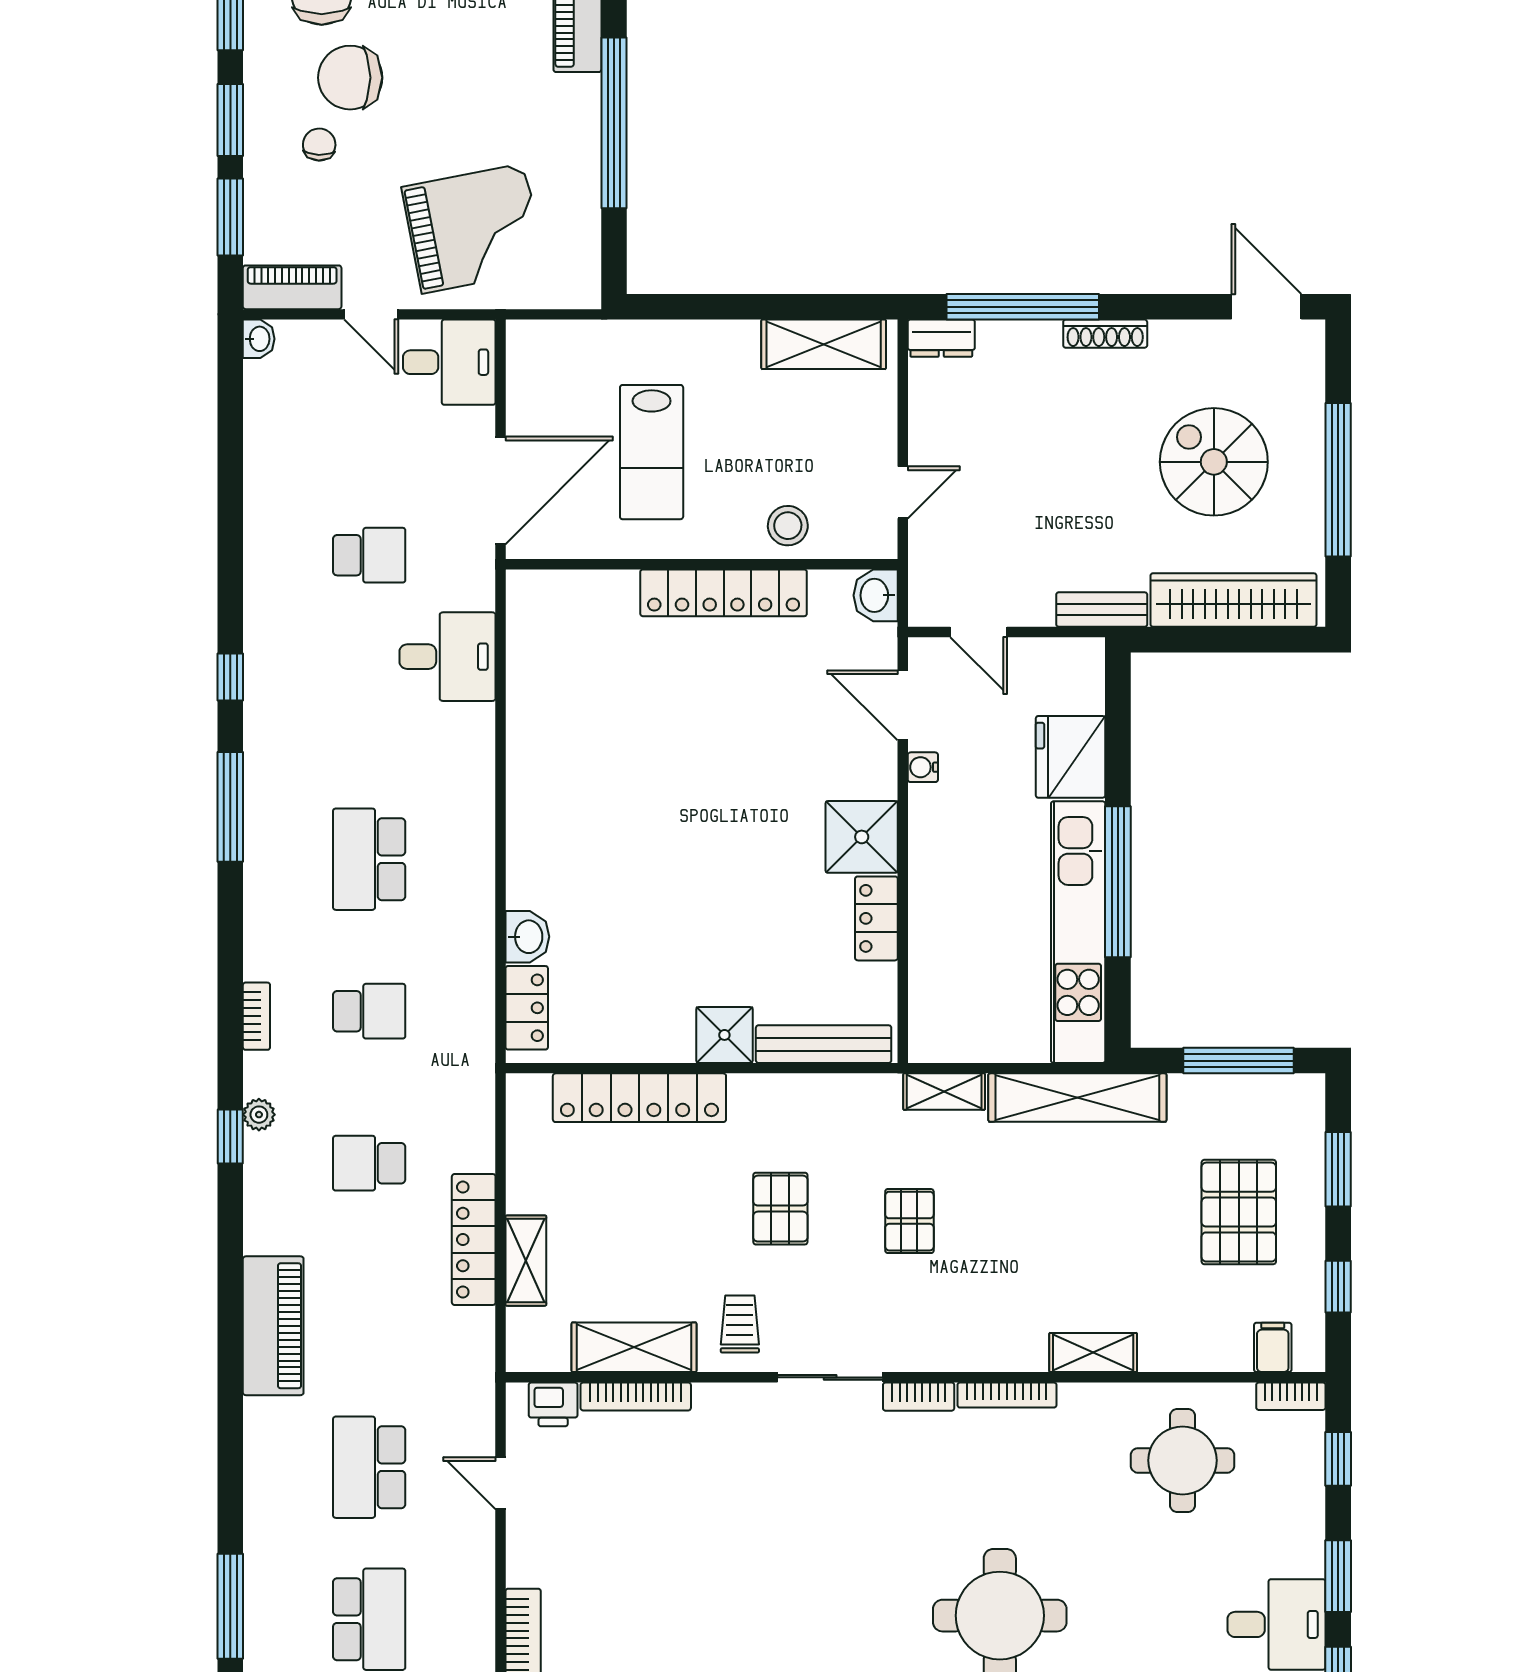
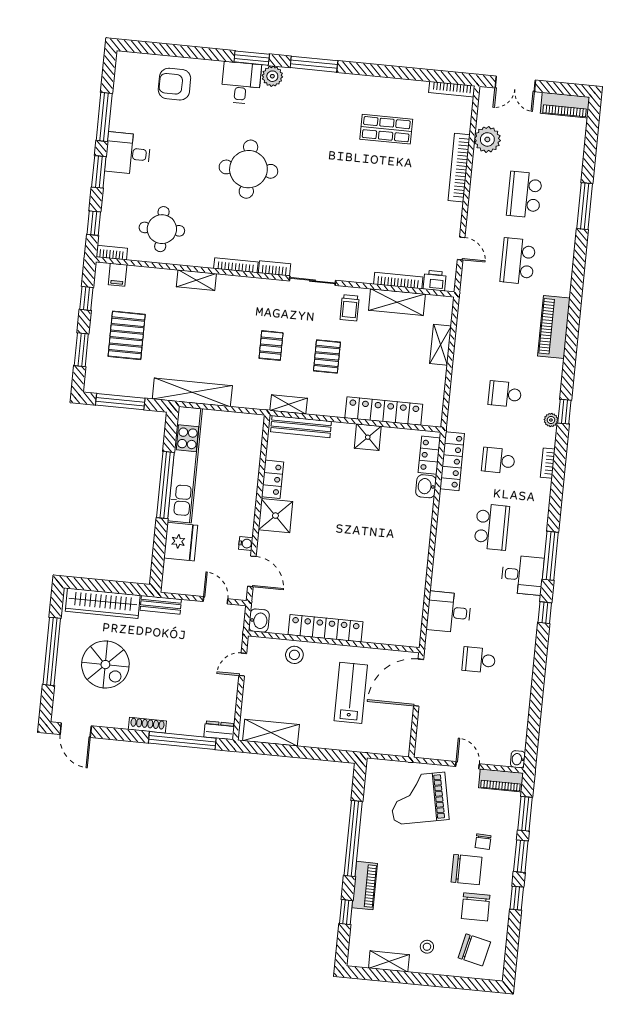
desk: (449, 362) -> (522, 575), moved, turned 180
shower: (724, 1035) -> (368, 437), moved
shelving: (944, 1092) -> (289, 404), moved
school desk: (369, 1163) -> (505, 394), turned 180
locker: (474, 1240) -> (452, 461), moved
school desk: (369, 1467) -> (518, 261), turned 180

